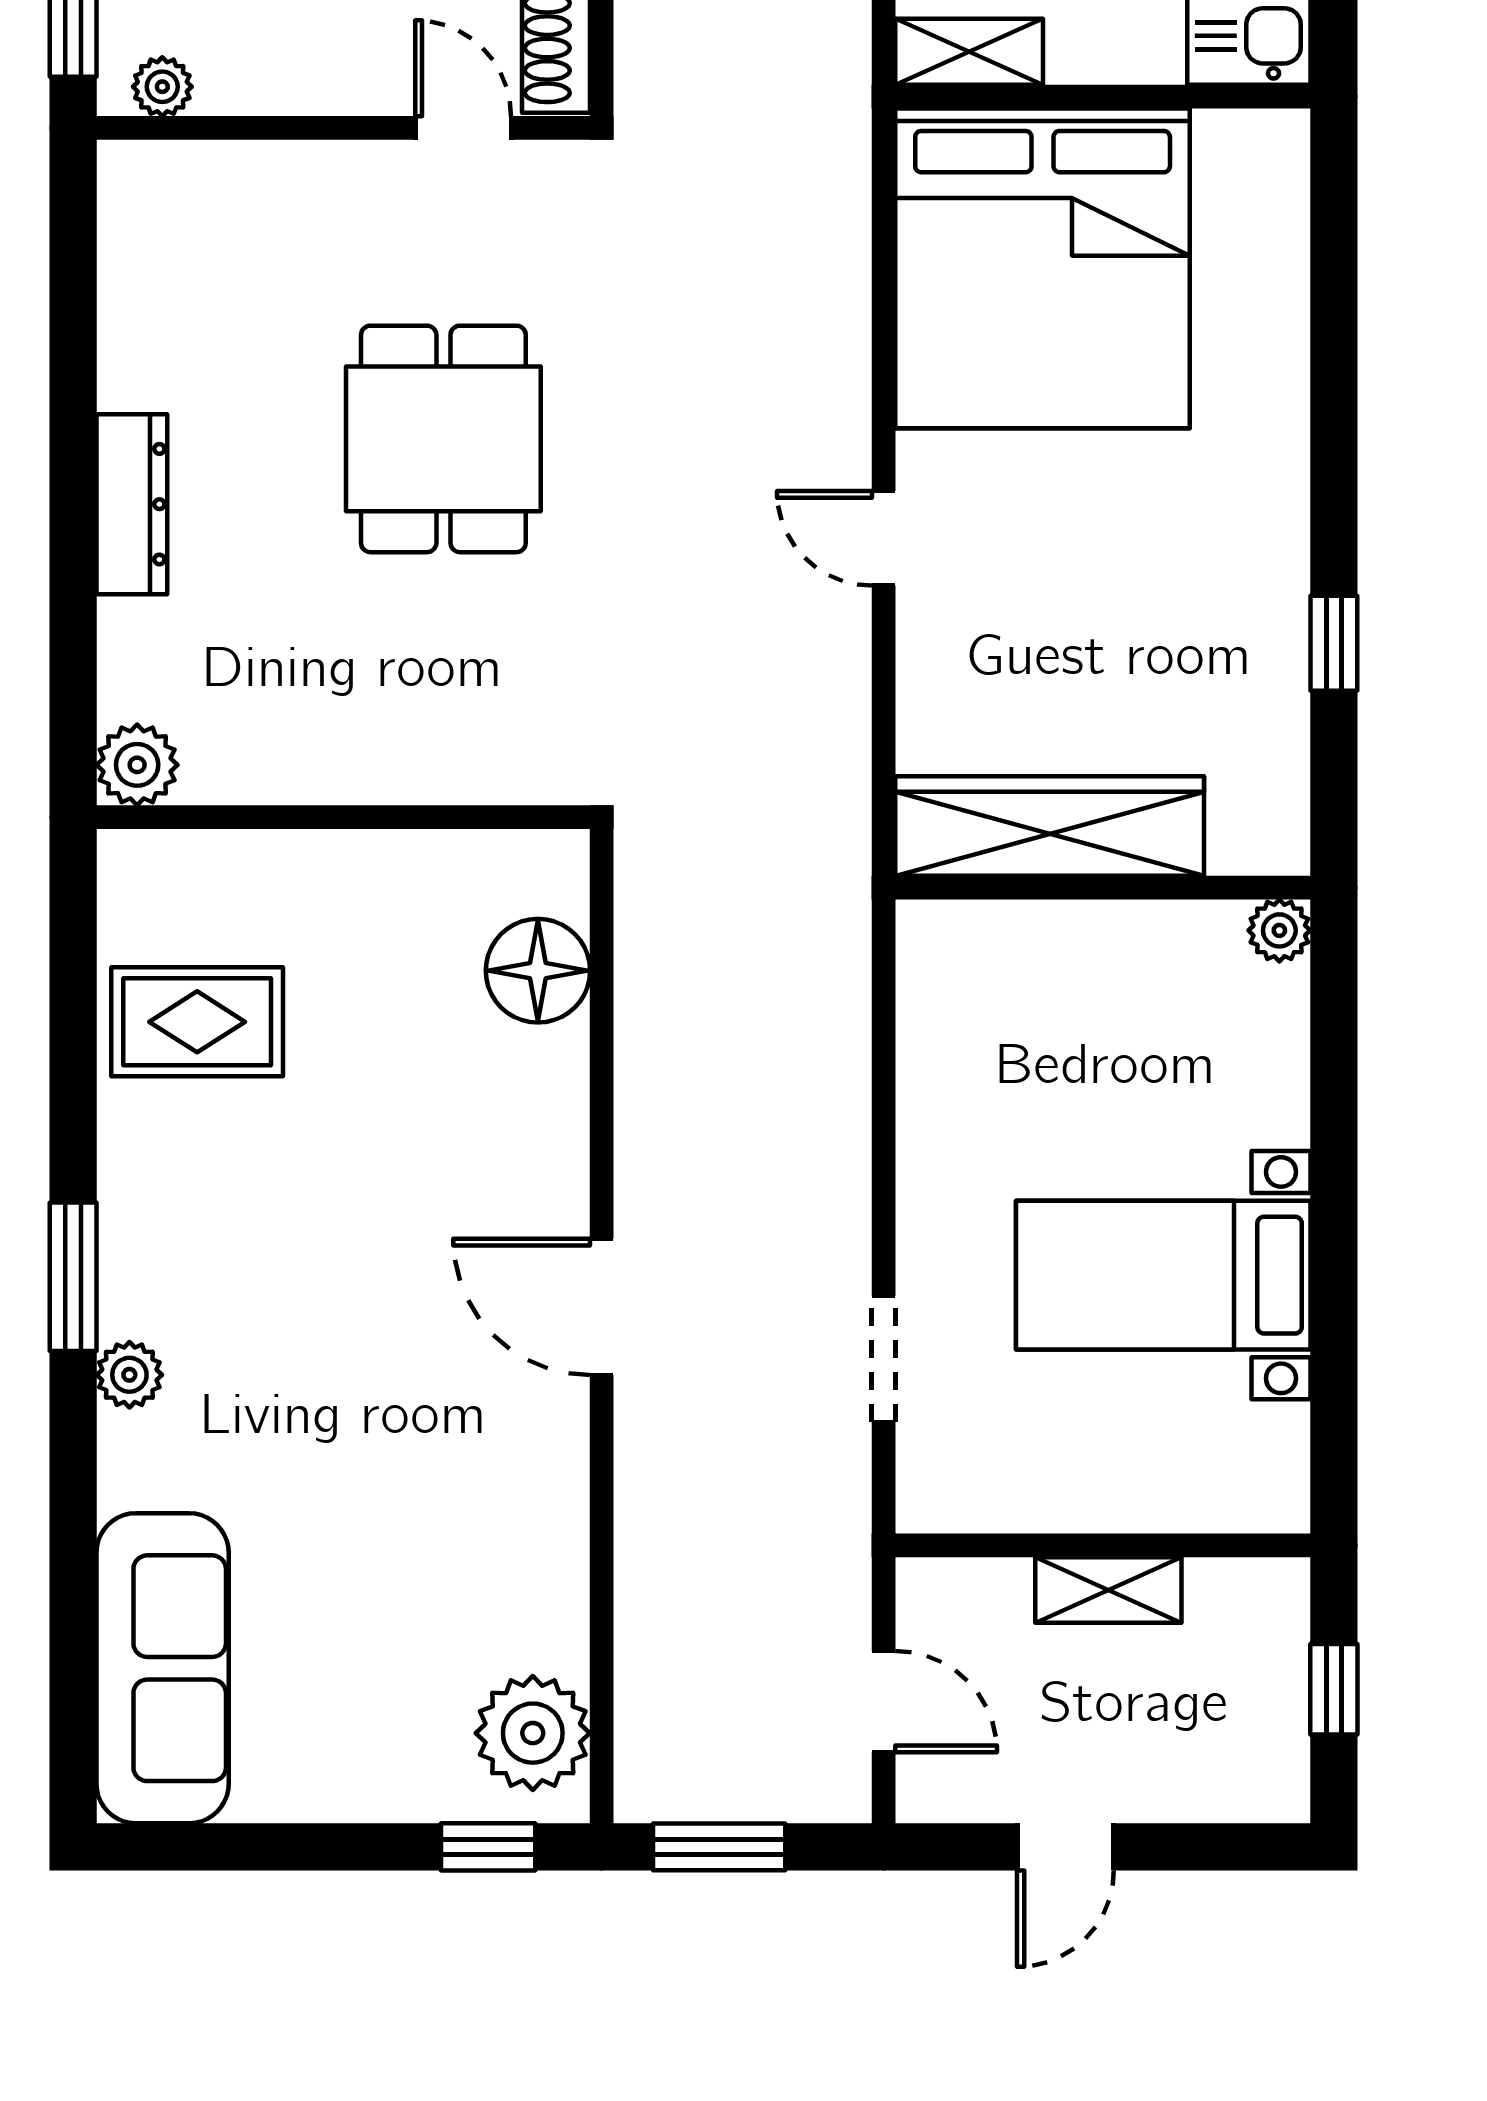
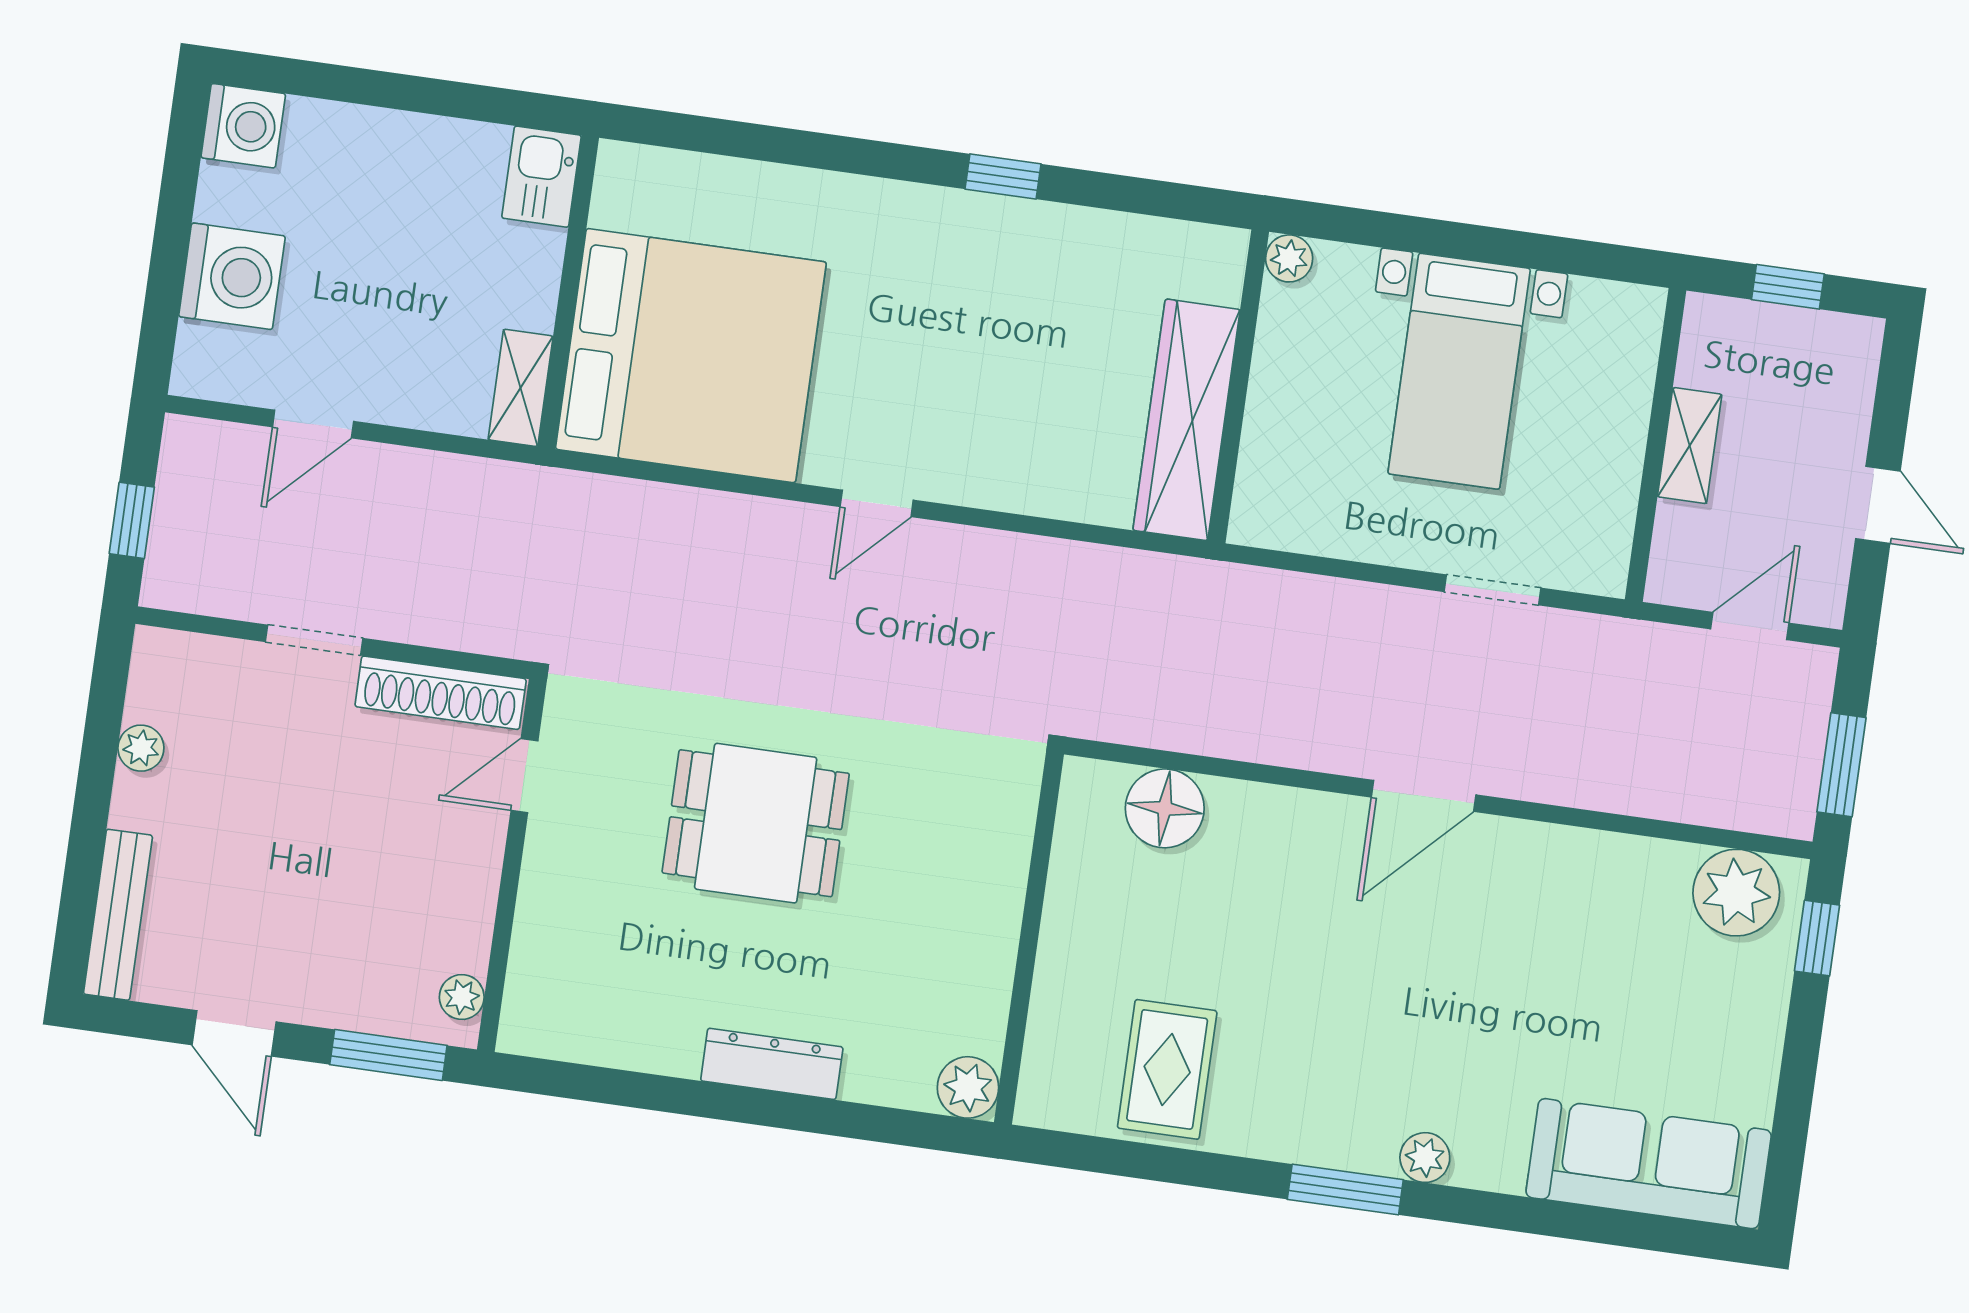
wardrobe: (1050, 826) -> (1186, 420), moved
wall: (1103, 888) -> (1238, 386), moved
plant: (1279, 930) -> (1289, 258), moved

